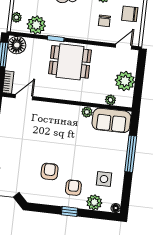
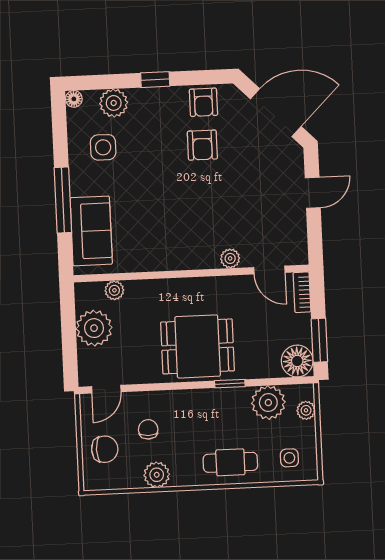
door: (24, 97) -> (269, 270), hinge flipped
plant: (87, 112) -> (230, 258), moved
sofa: (111, 120) -> (91, 231), moved, turned 90
armchair: (73, 188) -> (203, 102), moved

